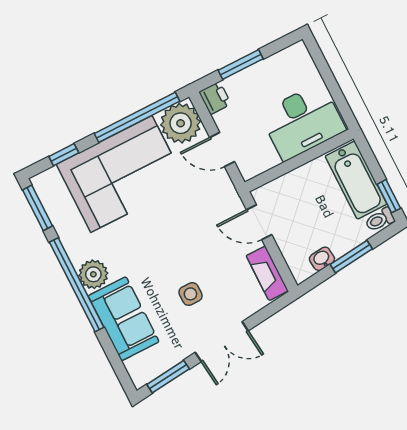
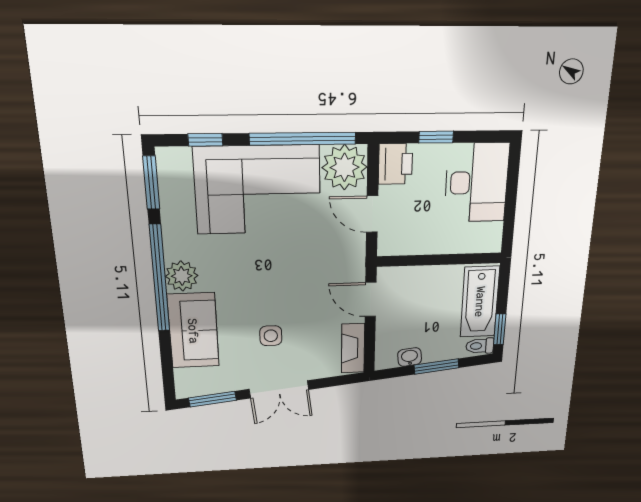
window: (241, 64) -> (436, 137), width x0.67
printer: (215, 98) -> (395, 164), width x1.36, depth x1.24
desk: (303, 122) -> (477, 183), moved, turned -90

